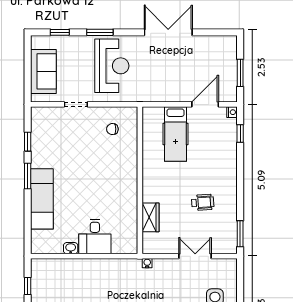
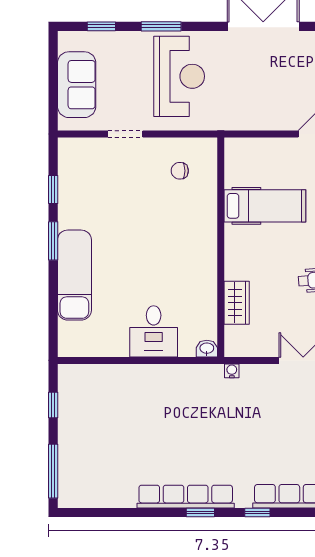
hospital bed: (175, 134) -> (265, 206), moved, turned -90
washbasin: (71, 248) -> (207, 349), moved

